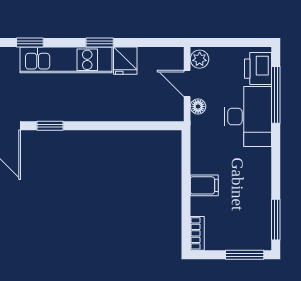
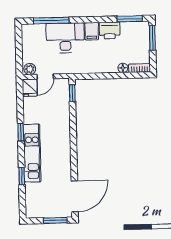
fridge: (125, 61) -> (30, 88), moved, turned 90
printer: (258, 69) -> (110, 30), moved
floor lamp: (198, 106) -> (123, 68), moved
window: (50, 126) -> (72, 93), moved
filing cabinet: (204, 185) -> (92, 31), moved, turned 180

